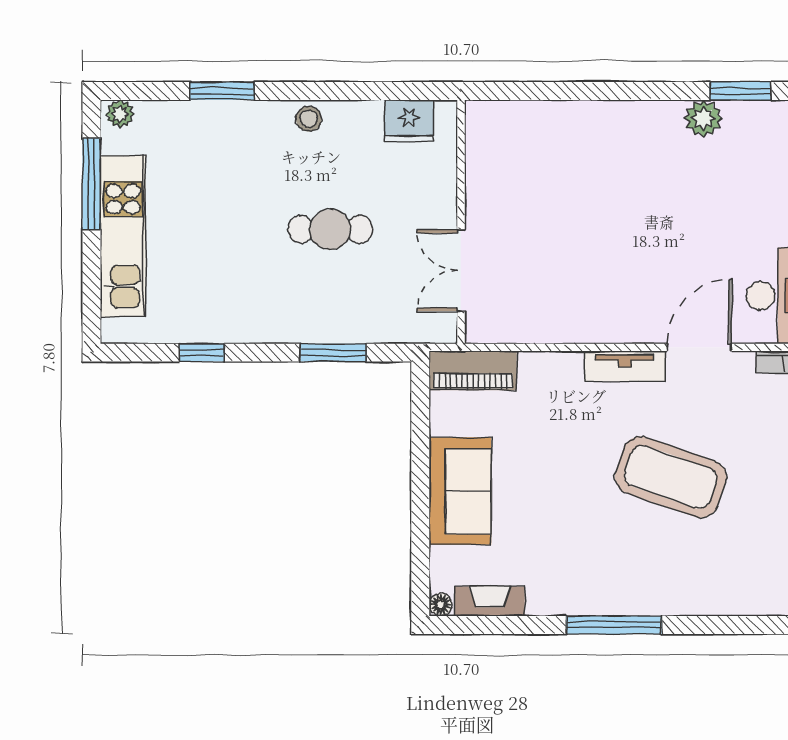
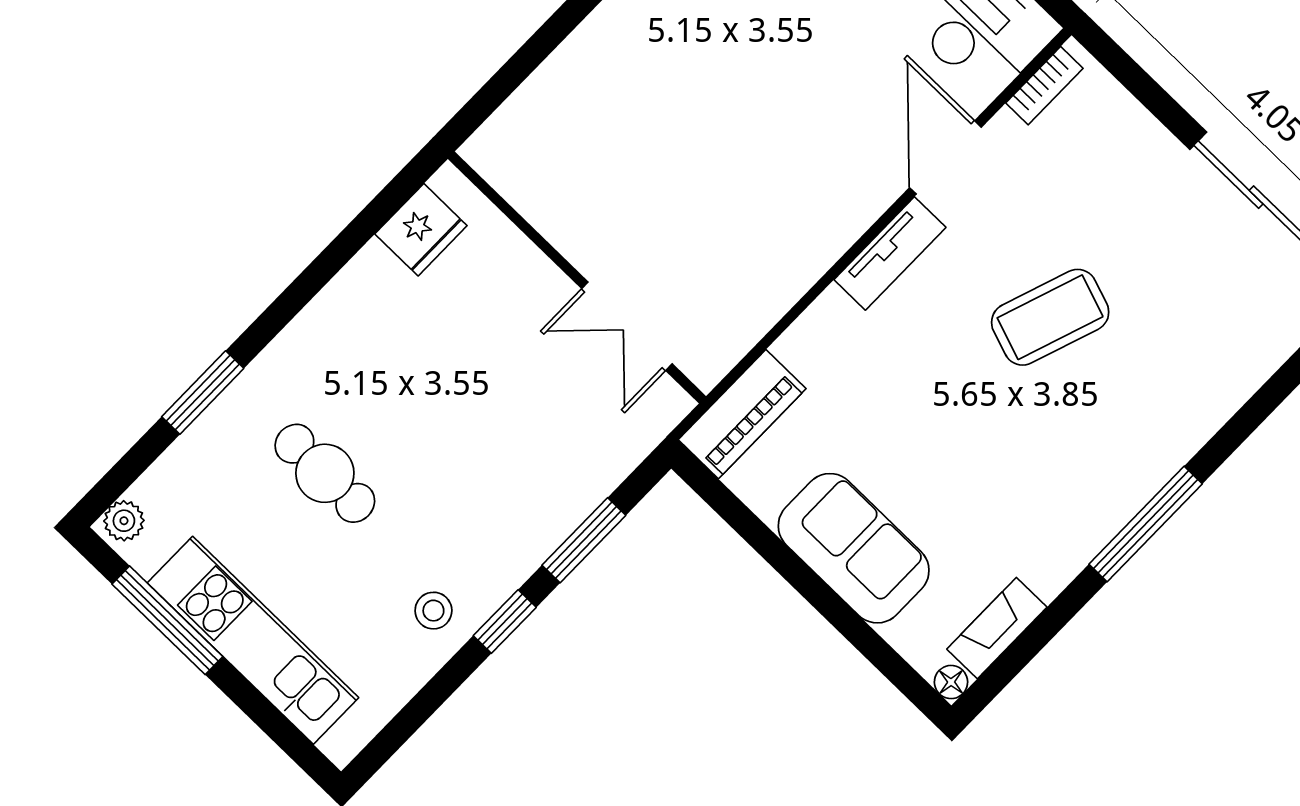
stool: (309, 119) -> (433, 611), moved
cafe table: (330, 229) -> (325, 473), moved, turned 90
window: (202, 353) -> (505, 621), moved
coffee table: (671, 477) -> (1050, 317), width x0.73, depth x0.76

